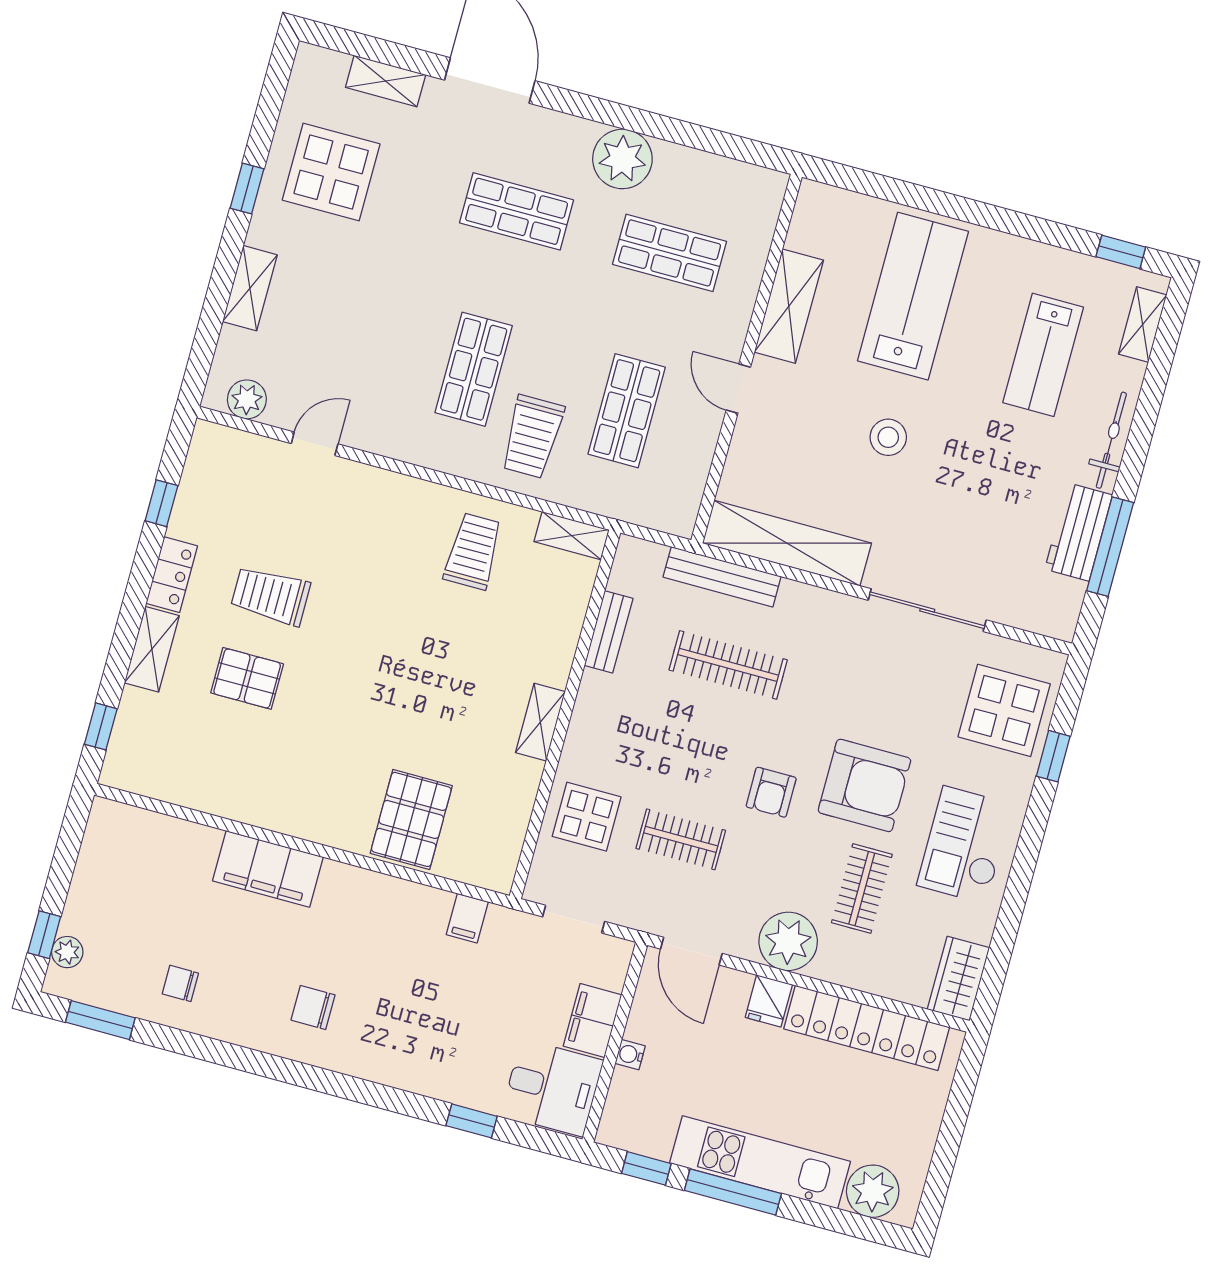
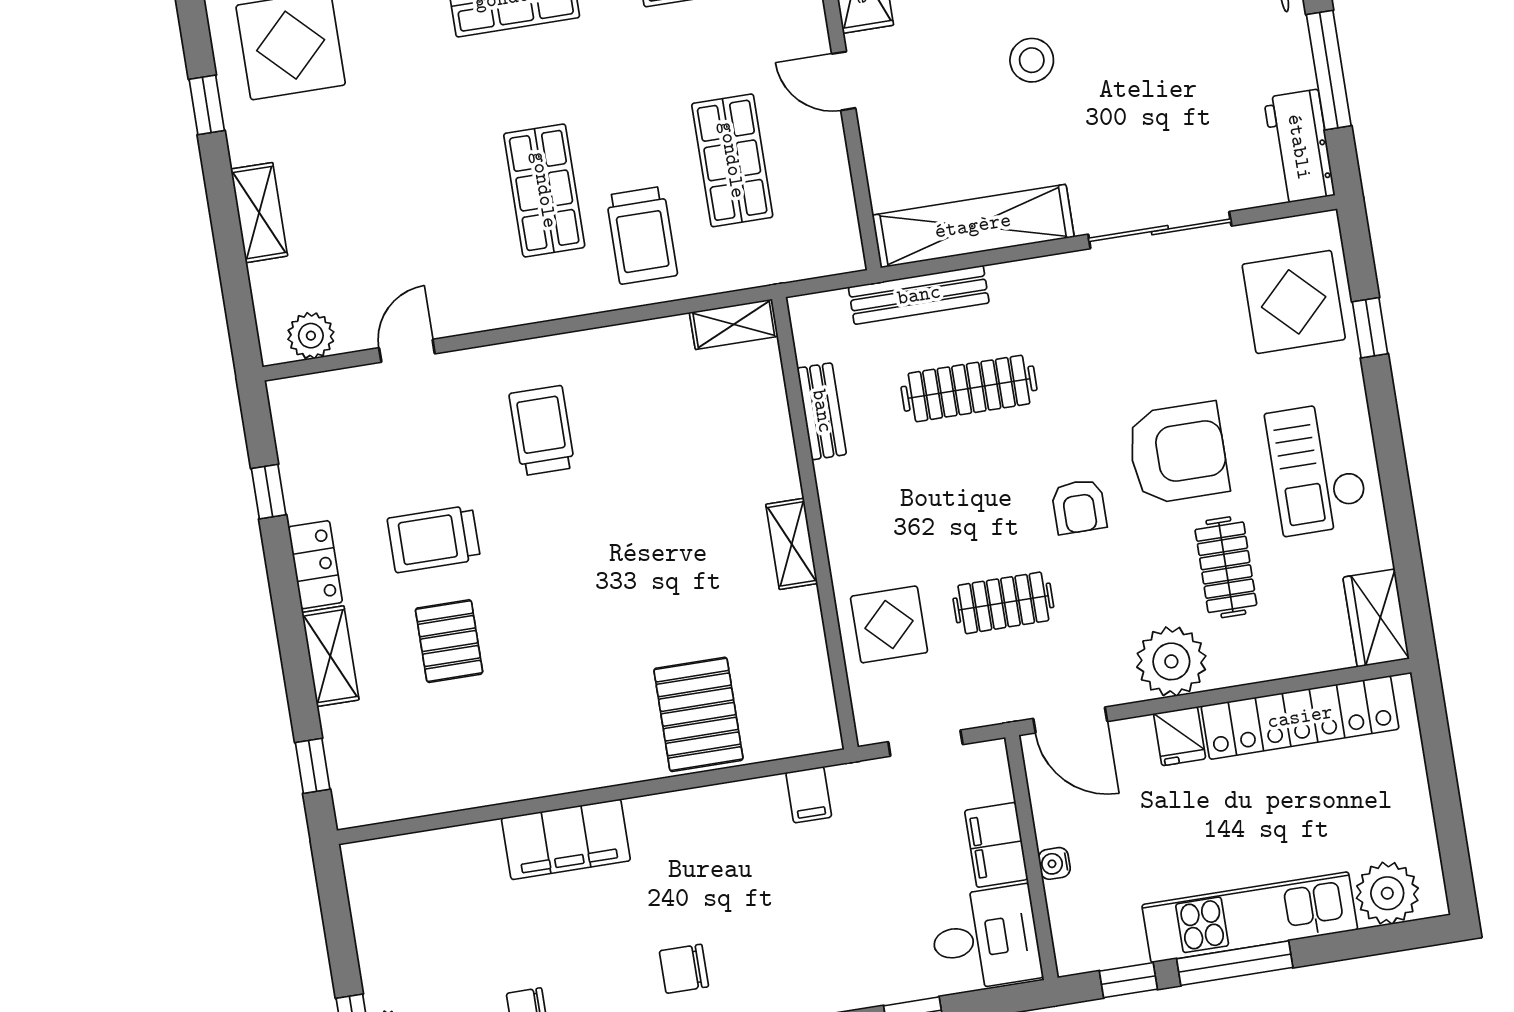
workbench: (1079, 532) -> (1299, 147), moved
trolley: (473, 551) -> (542, 431), moved
pallet: (247, 678) -> (449, 641), turned 90

